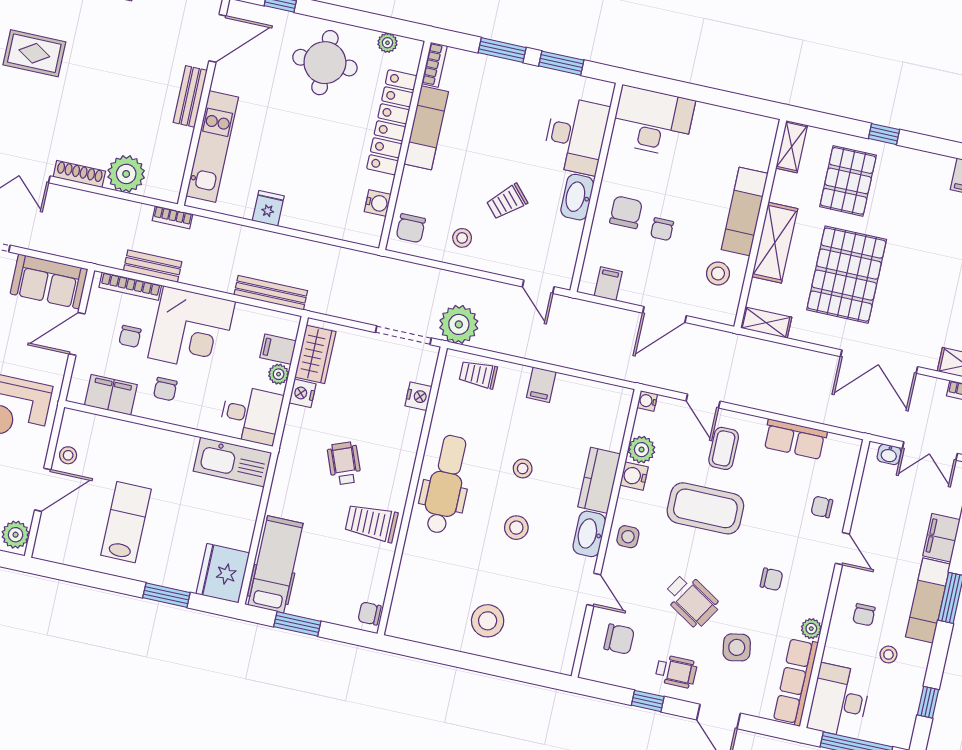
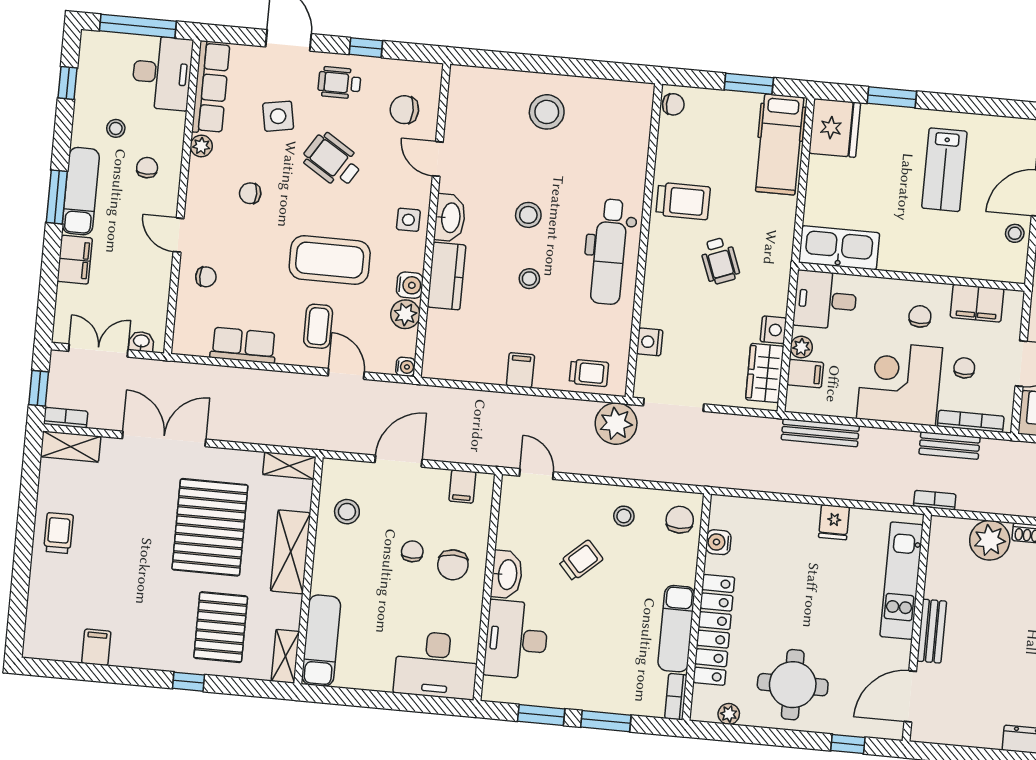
exam couch: (745, 212) -> (321, 641), moved

